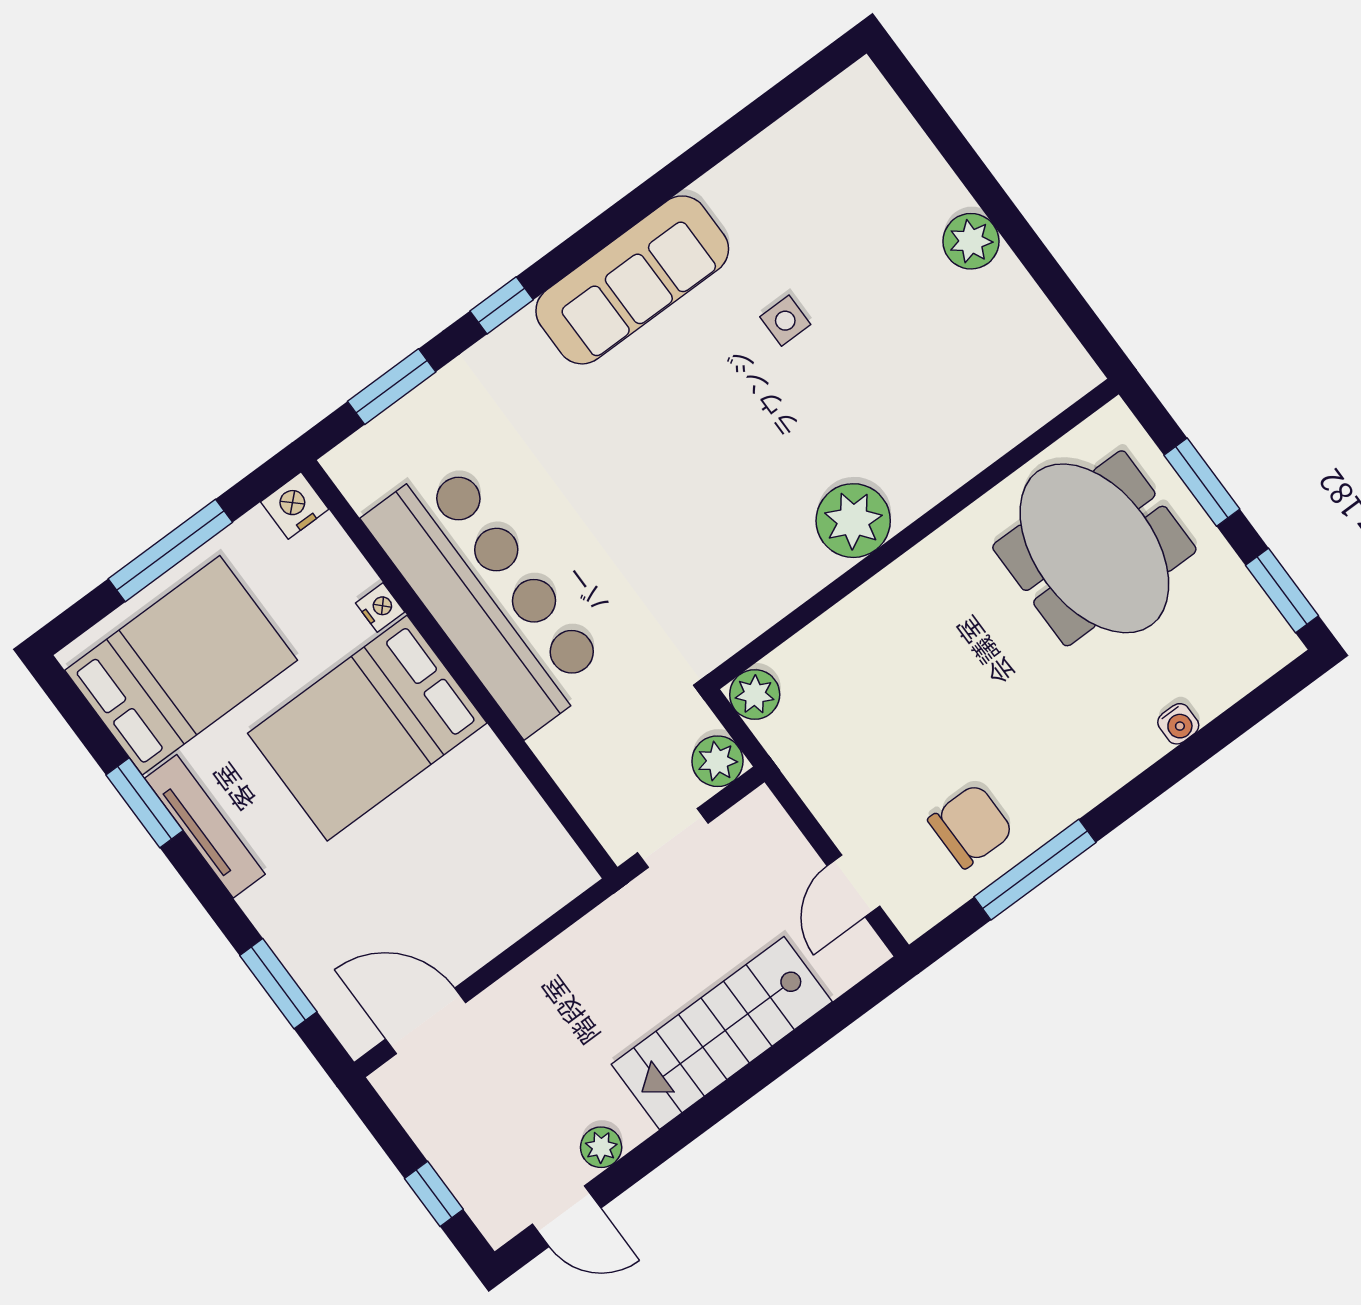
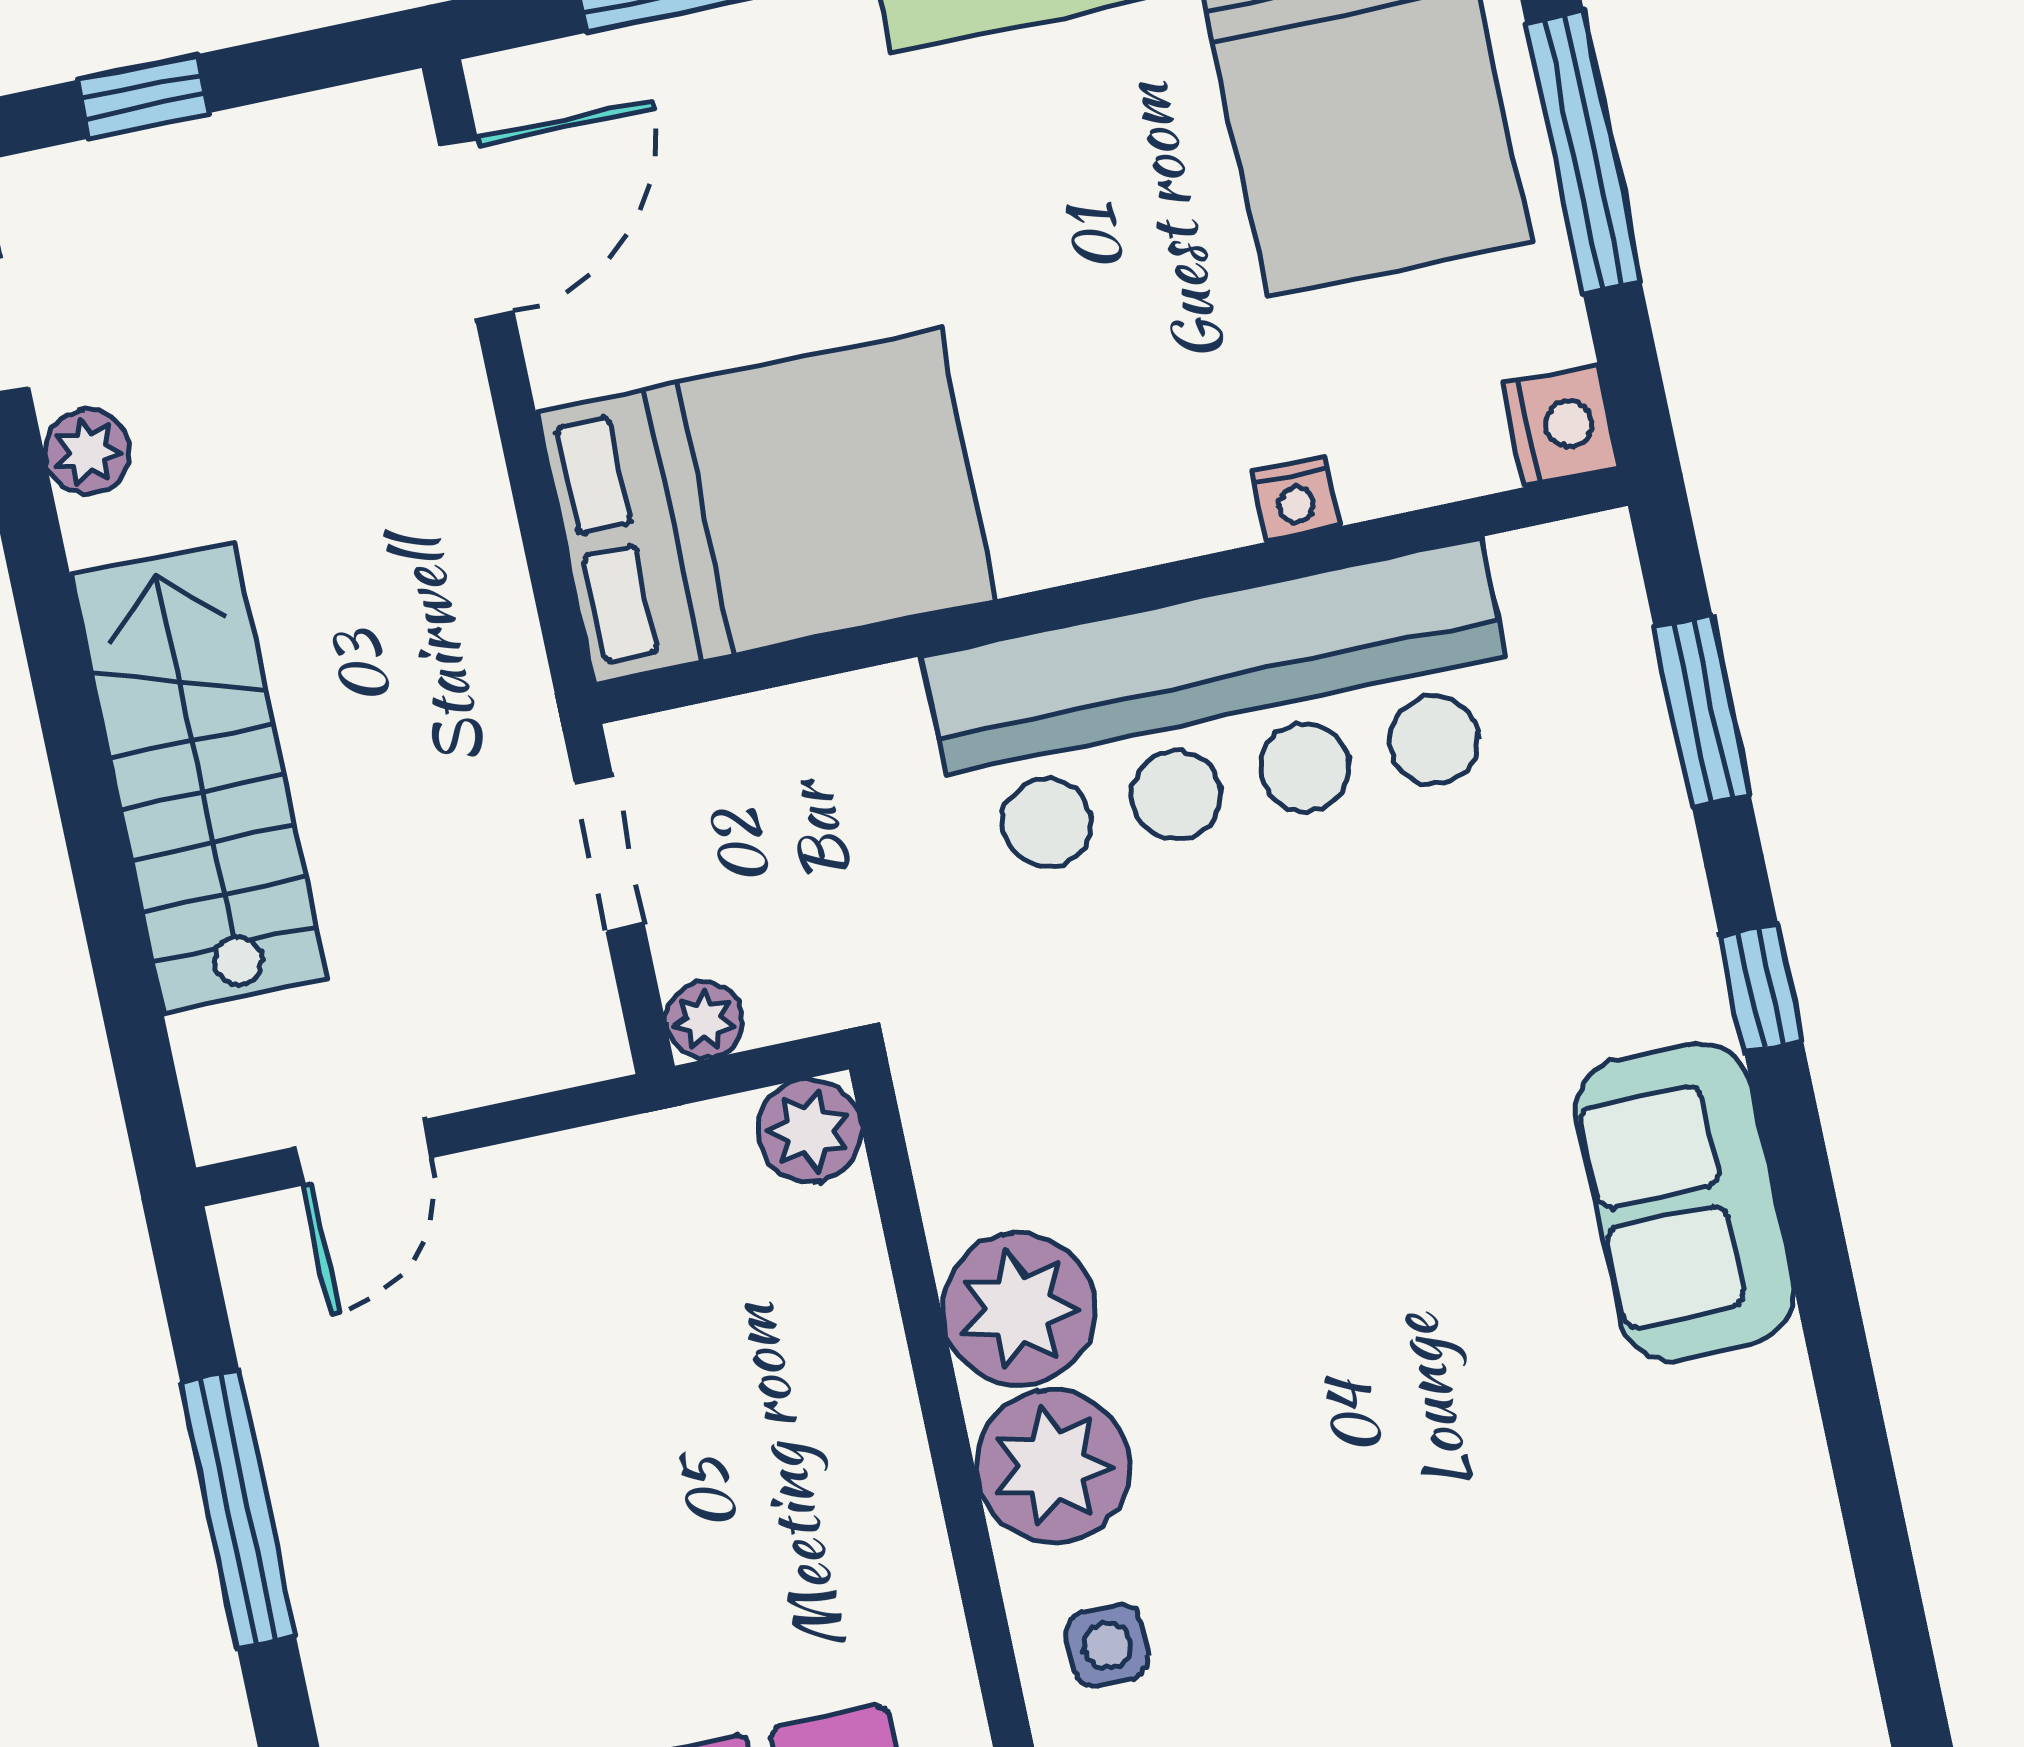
sofa: (632, 280) -> (1685, 1202), width x0.73
side table: (785, 321) -> (1107, 1645), moved
plant: (791, 567) -> (1019, 1309), added
bed: (367, 728) -> (766, 506), moved, turned 90
plant: (717, 761) -> (704, 1020), width x0.73, depth x0.73
chair: (971, 826) -> (375, 1425), removed
door: (853, 886) -> (363, 1152), swing flipped

